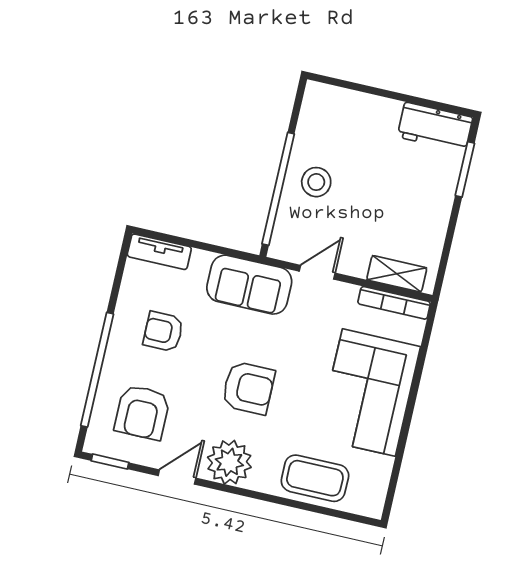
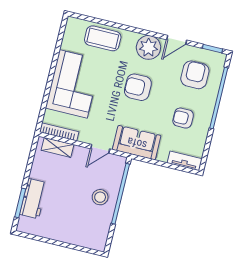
workbench: (435, 127) -> (33, 199), moved, turned 90
armchair: (163, 332) -> (183, 118), turned 180

